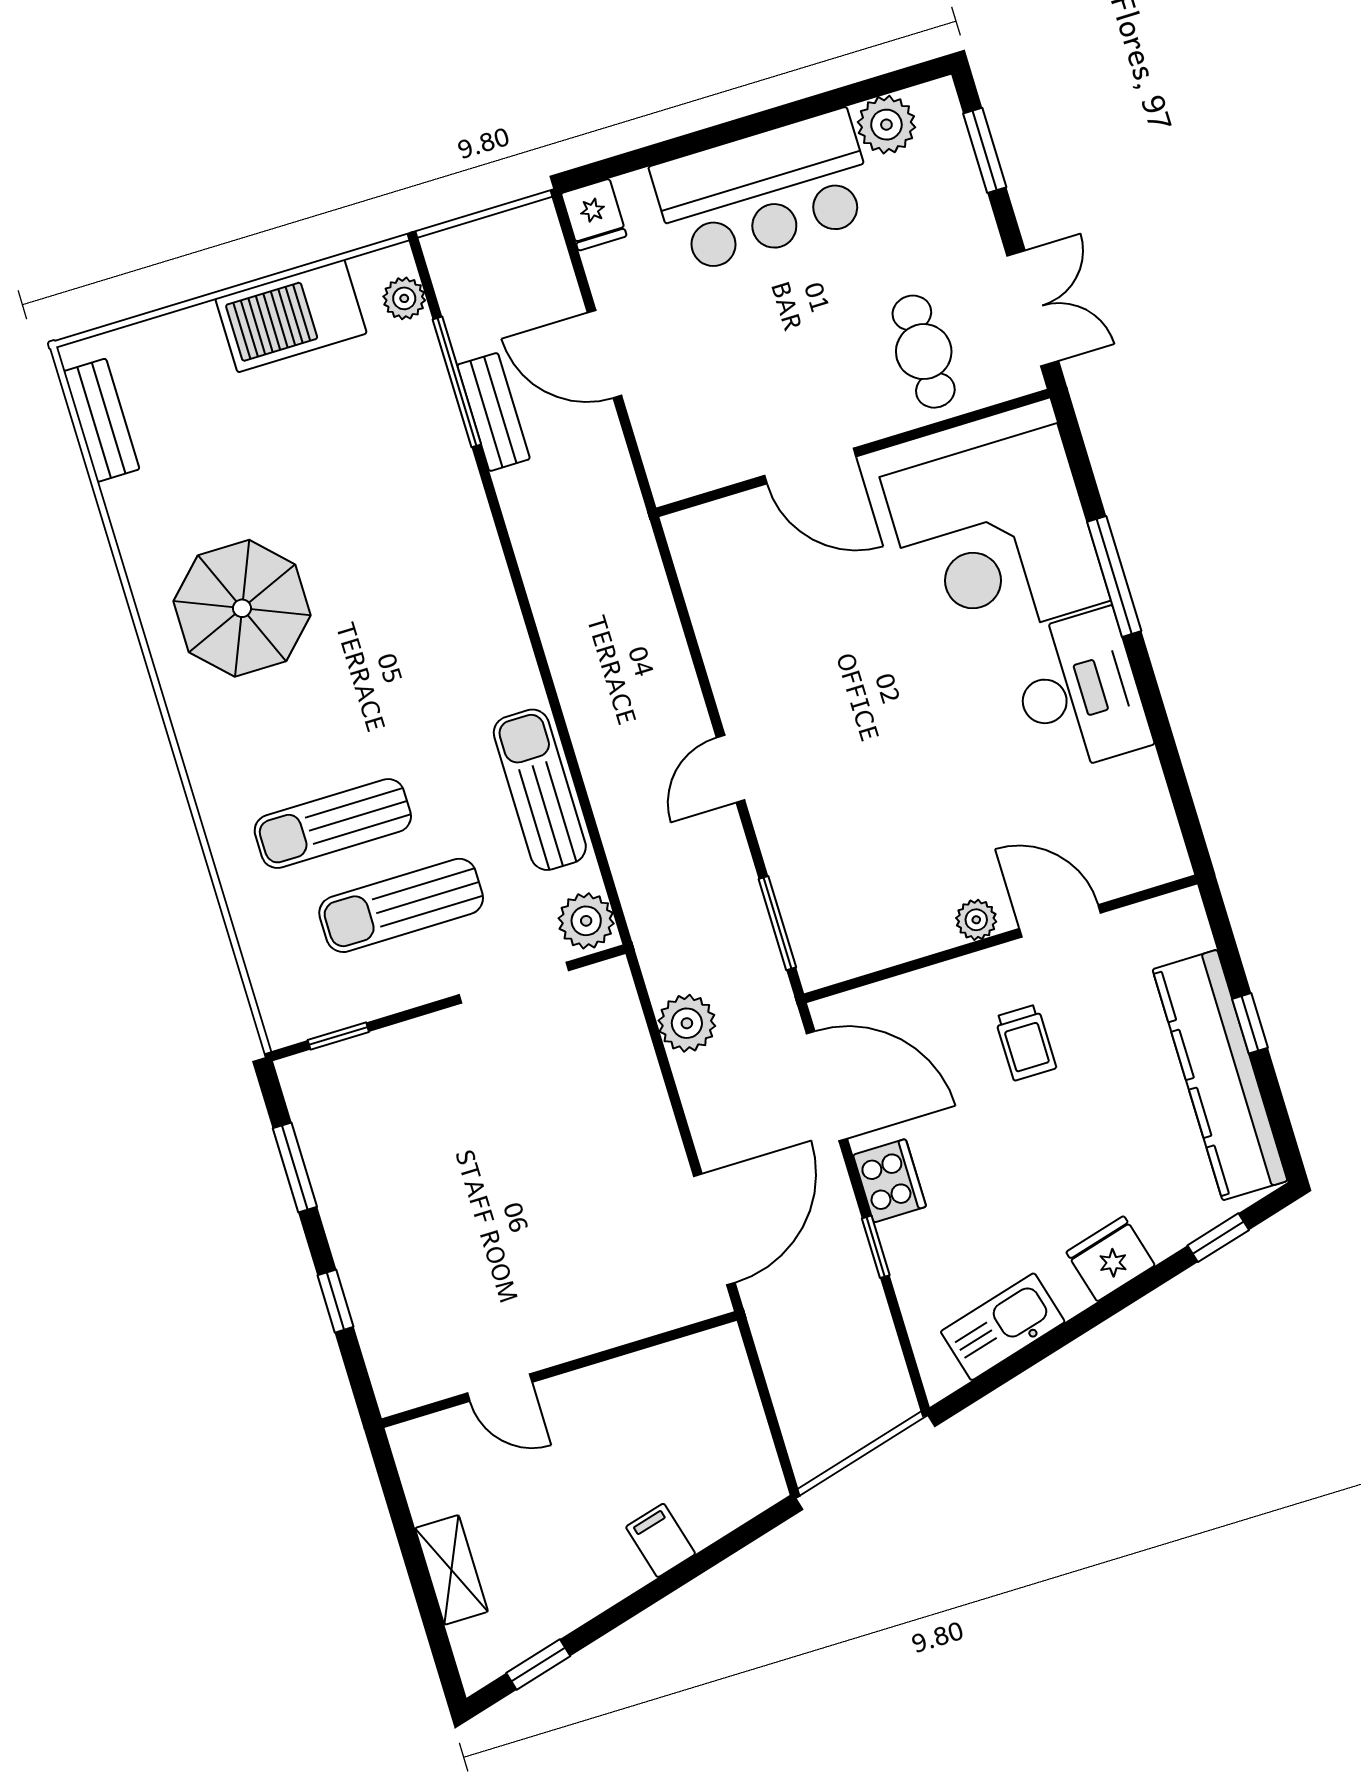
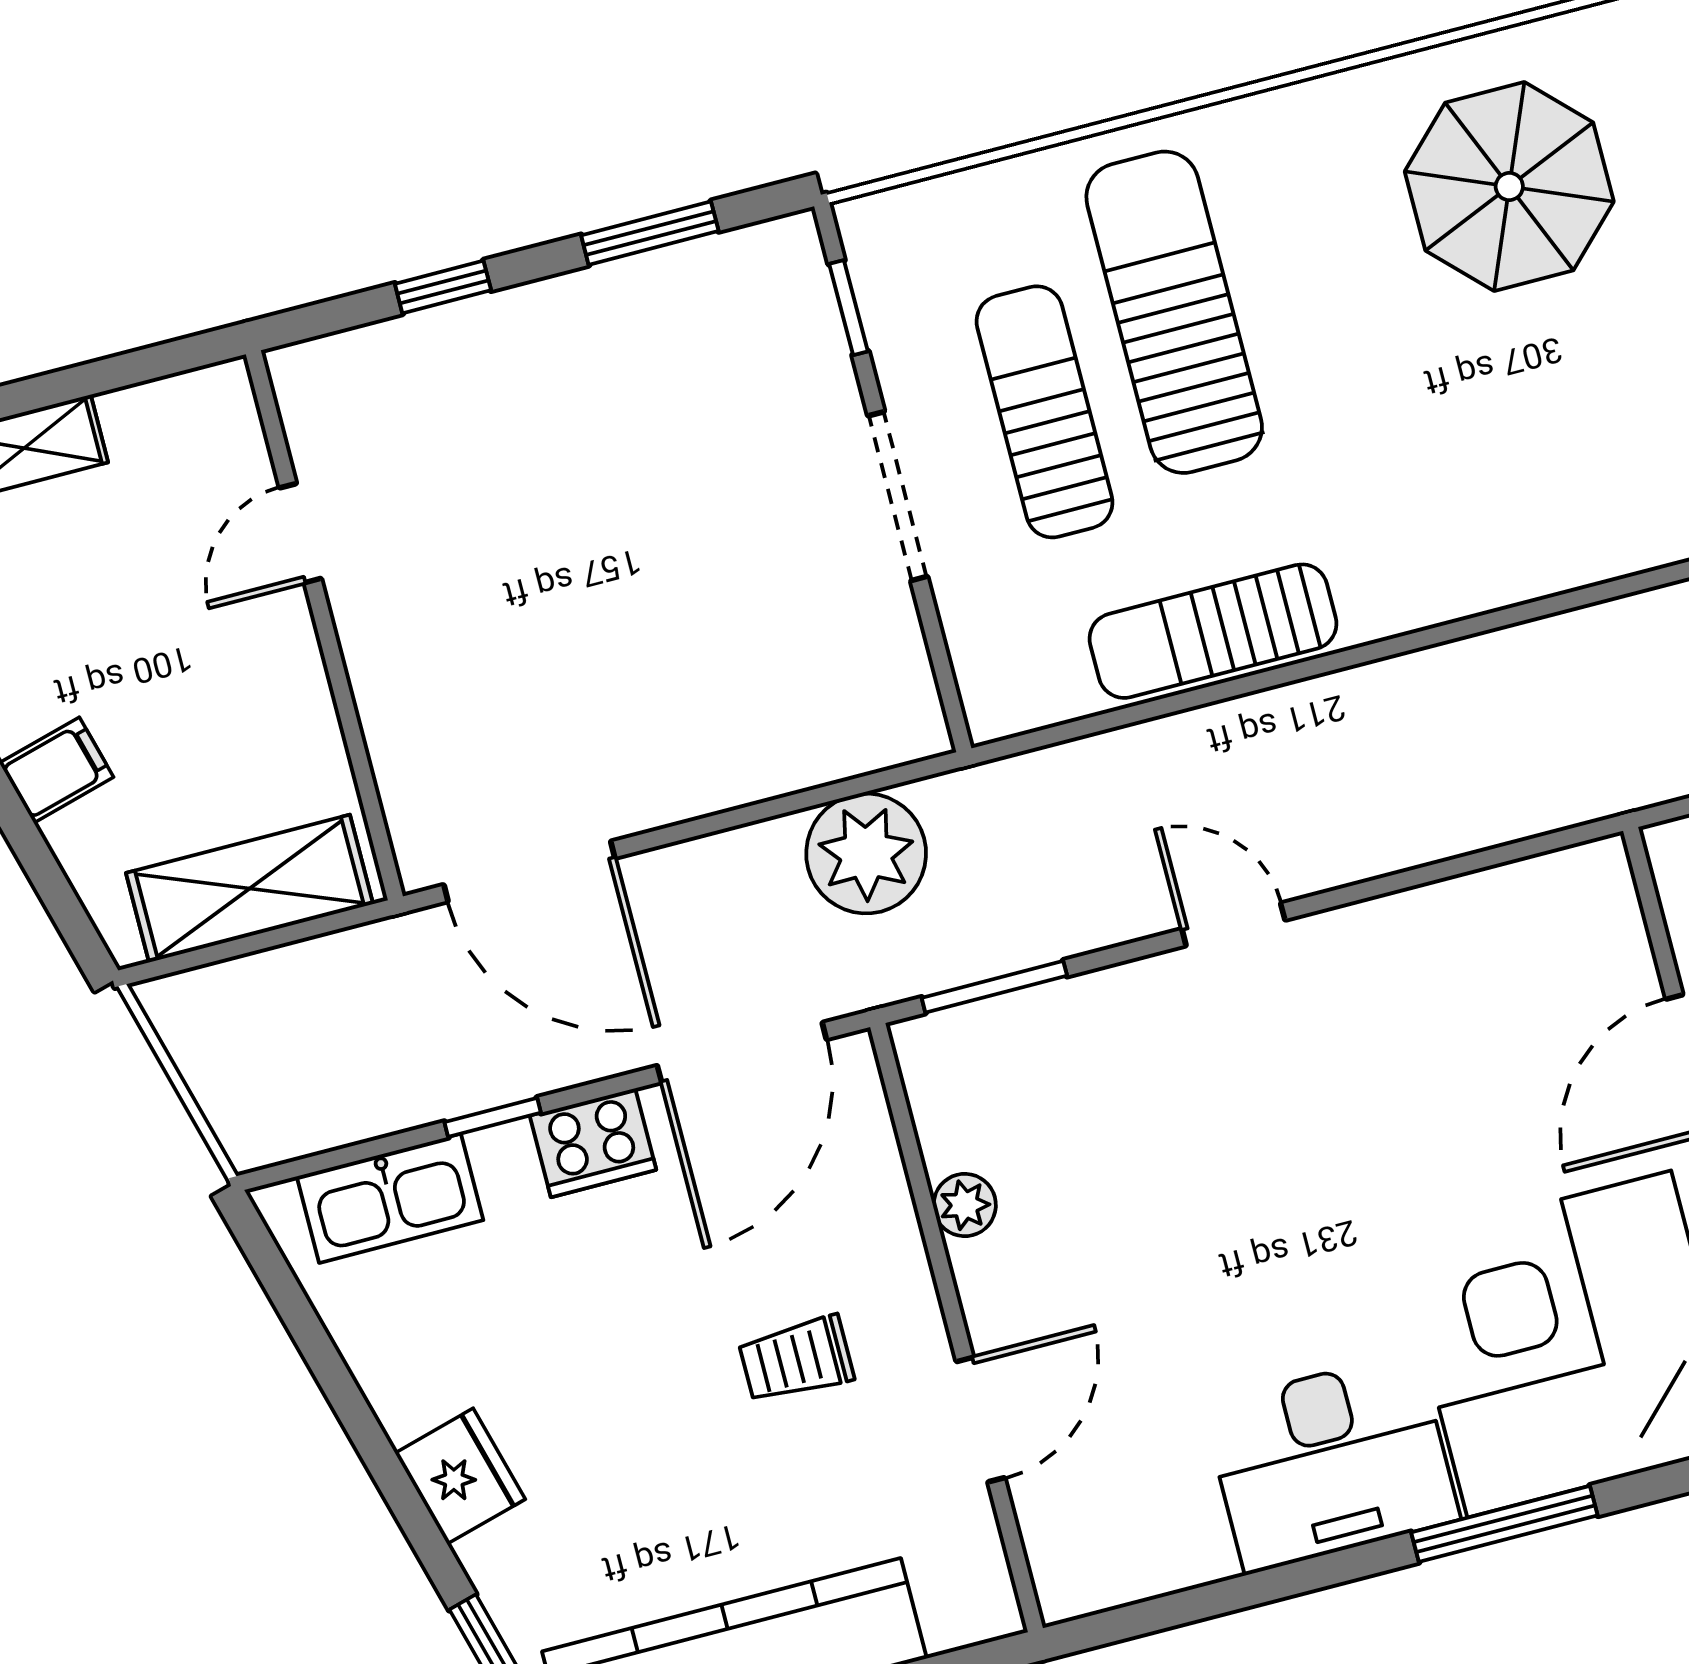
sun lounger: (540, 790) -> (1213, 631), turned 180
sun lounger: (333, 824) -> (1174, 312), width x1.36, depth x1.34
plant: (976, 920) -> (965, 1205), moved
plant: (586, 921) -> (1010, 694), removed
doorway: (514, 983) -> (898, 496), moved
plant: (687, 1023) -> (866, 854), width x1.36, depth x1.36
kitchen sink: (1003, 1327) -> (390, 1198), moved, turned 105
shelving: (733, 1411) -> (250, 889), added

